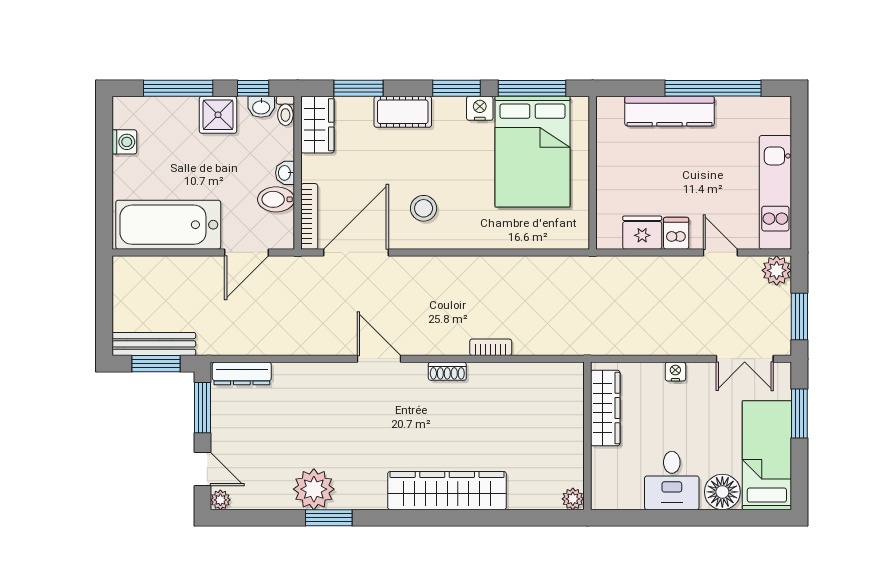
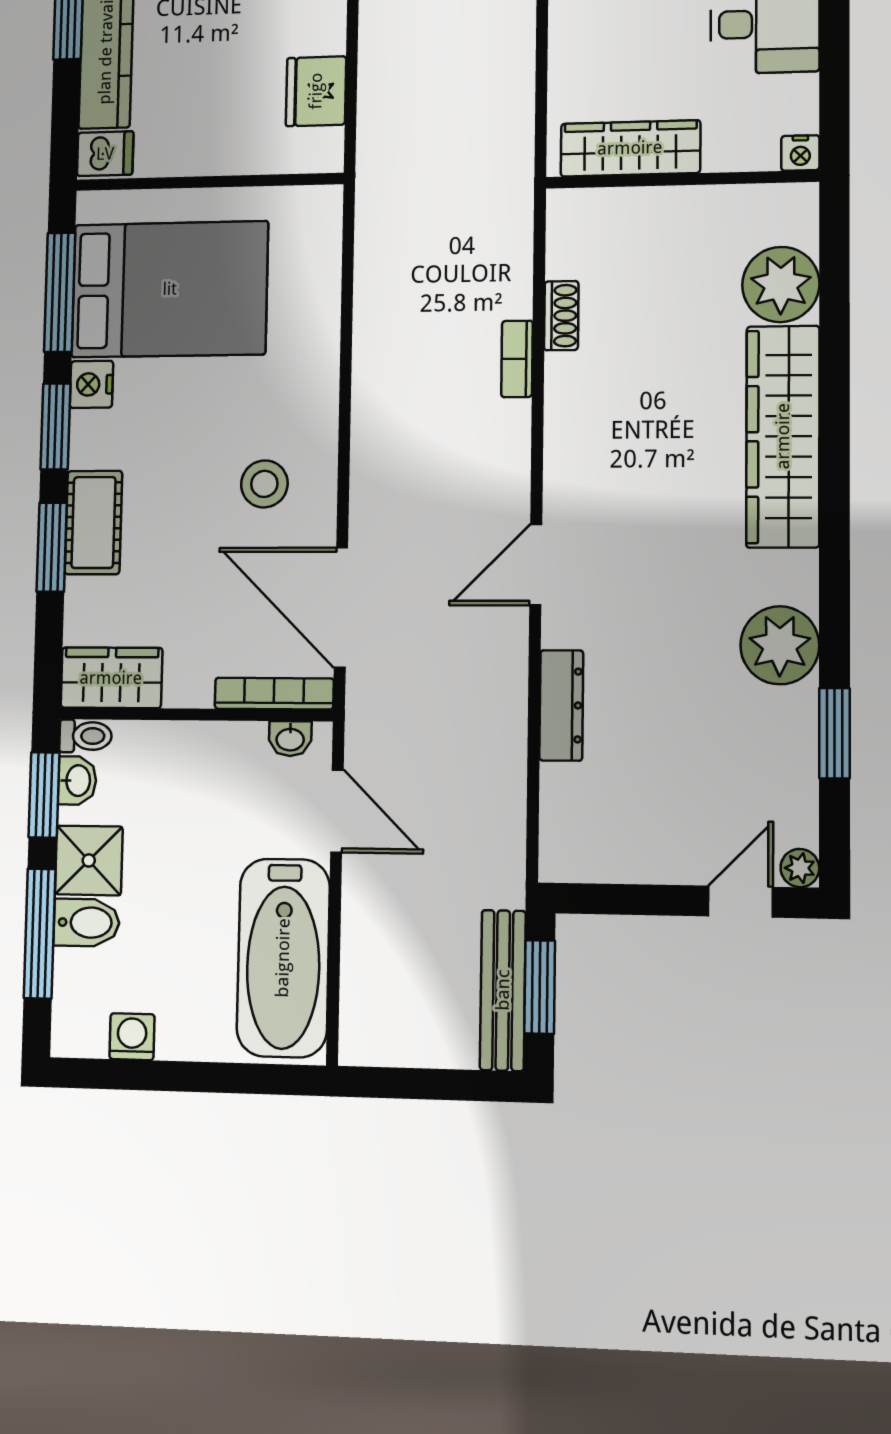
window: (253, 88) -> (44, 795), width x1.50
window: (359, 88) -> (52, 547), moved
washbasin: (285, 173) -> (290, 739), moved
bidet: (276, 199) -> (87, 923), moved, turned -90
dishwasher: (676, 233) -> (105, 154), moved, turned 180
shoe rack: (447, 371) -> (561, 316), moved
nightstand: (675, 372) -> (800, 153), moved, turned -90
dresser: (242, 373) -> (561, 705), moved
window: (202, 408) -> (624, 899), removed
plant: (314, 489) -> (780, 645), moved
plant: (573, 499) -> (781, 284), moved, width x1.88, depth x1.88
window: (329, 518) -> (834, 733), moved

